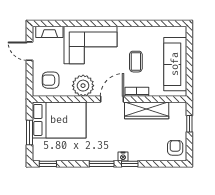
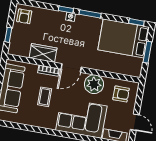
wardrobe: (147, 110) -> (43, 53), width x0.67
bed: (59, 120) -> (124, 38), moved

